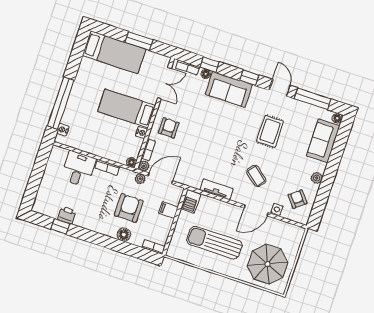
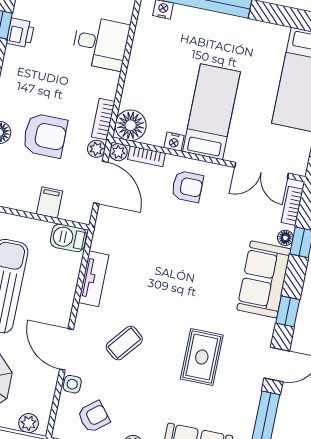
rug: (270, 131) -> (202, 357), turned 90
floor lamp: (131, 162) -> (131, 125), width x1.89, depth x1.89
bookcase: (107, 167) -> (103, 119), moved
plant: (297, 238) -> (29, 423), added

